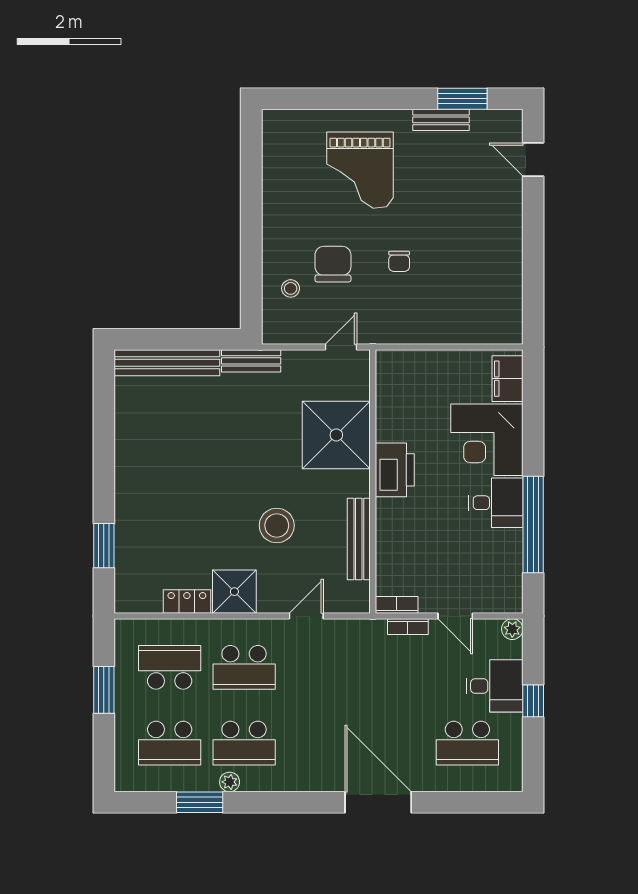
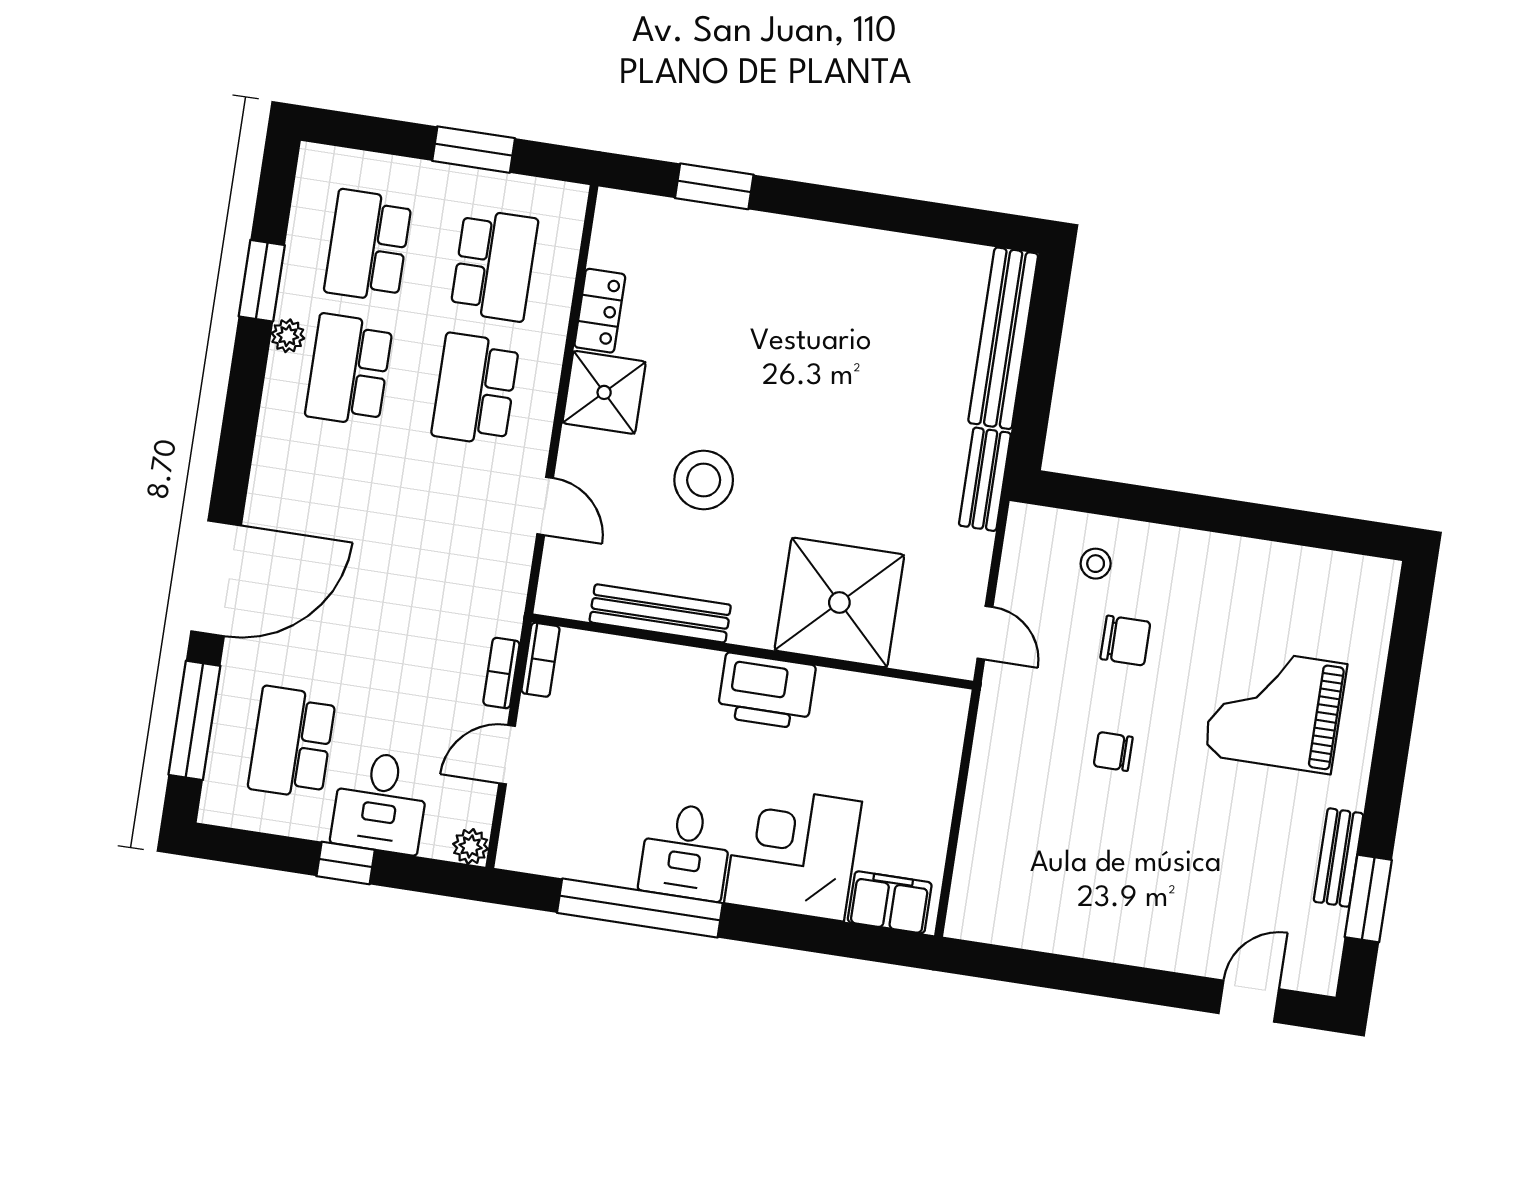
chair: (333, 264) -> (1125, 640), width x0.73, depth x0.73
window: (463, 802) -> (194, 720), added

